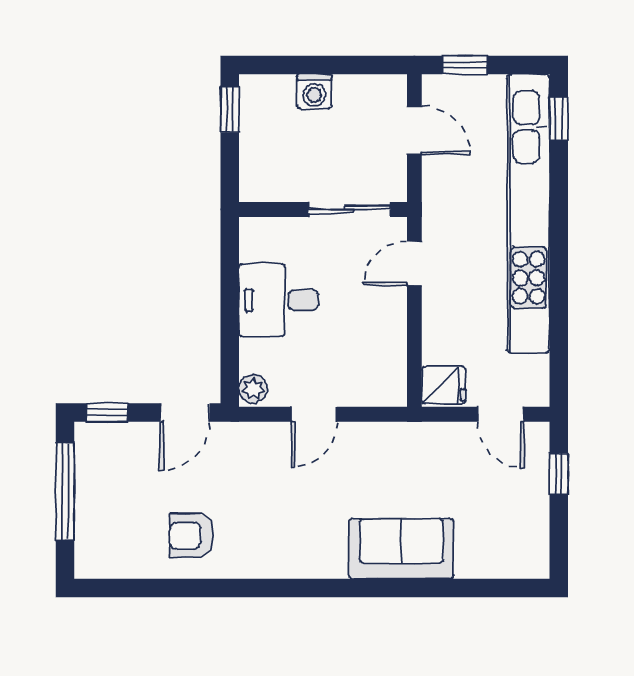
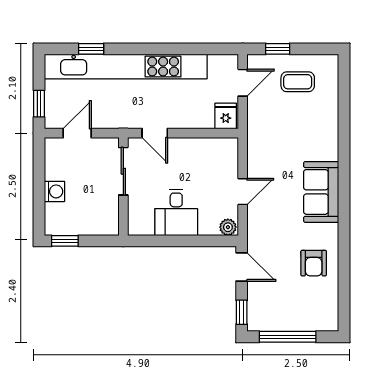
window: (559, 119) -> (91, 49), moved
door: (314, 414) -> (243, 192), hinge flipped
coffee table: (502, 508) -> (298, 82), added
sofa: (401, 549) -> (321, 192), moved

